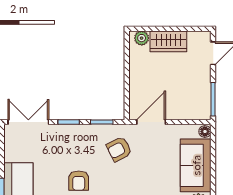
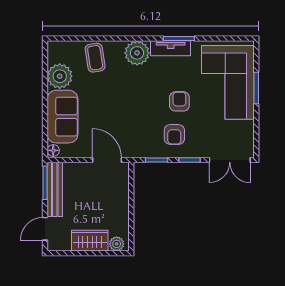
bench: (203, 93) -> (55, 189), added
door: (151, 122) -> (107, 160), swing flipped
armchair: (119, 149) -> (174, 134), moved, turned 117

